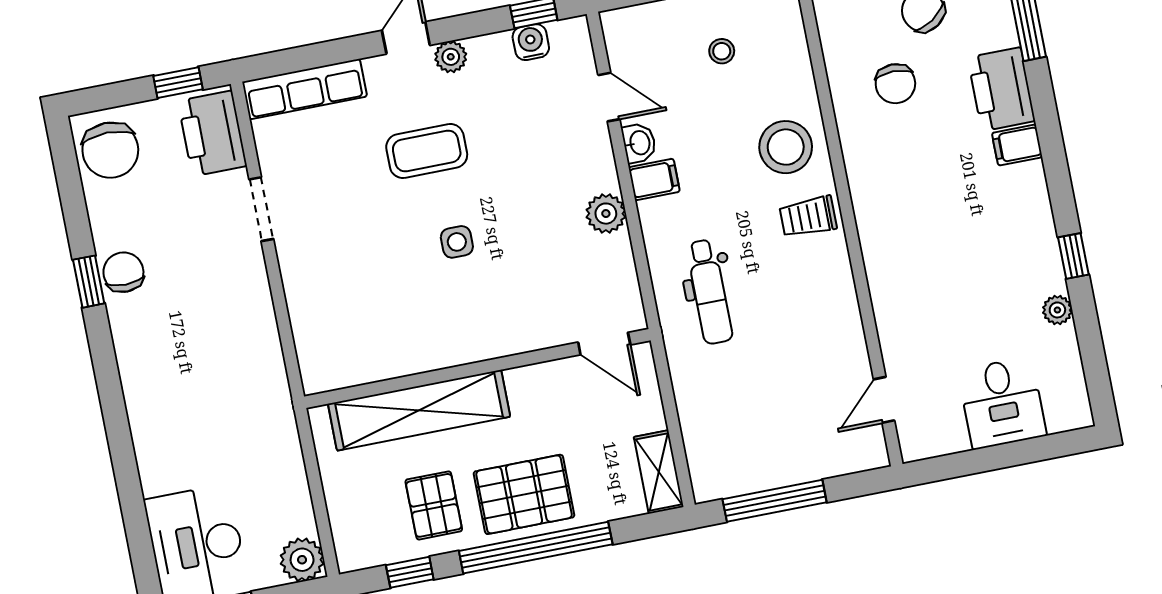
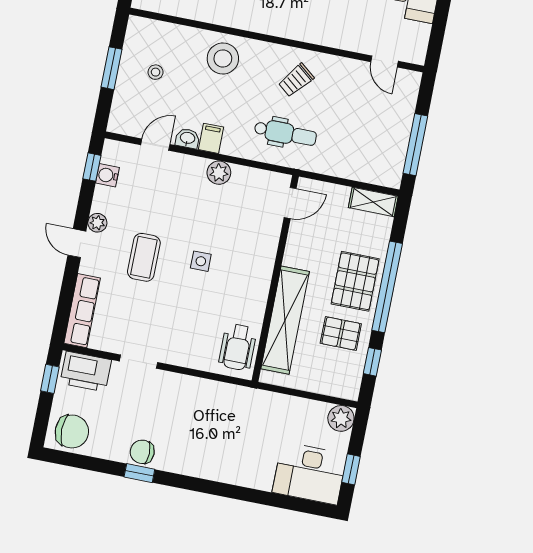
trolley: (808, 217) -> (296, 80), moved, turned 39
wheelchair: (347, 354) -> (238, 347), added

